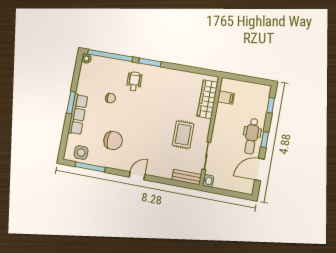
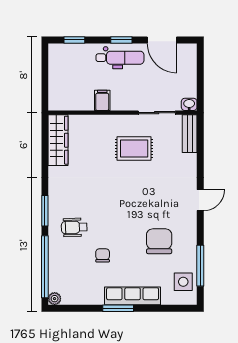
filing cabinet: (226, 98) -> (102, 100), moved
wardrobe: (207, 99) -> (58, 140), moved, turned -90
door: (137, 176) -> (200, 200), swing flipped

